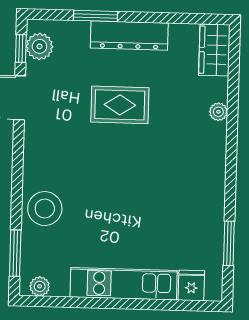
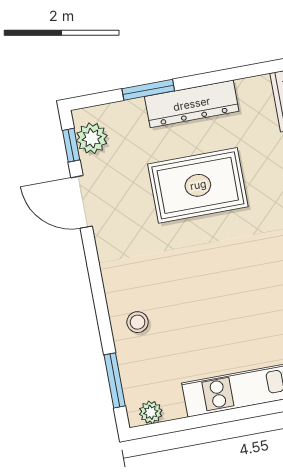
rug: (120, 105) -> (198, 185), width x1.36, depth x1.43
stool: (45, 209) -> (138, 322), width x0.53, depth x0.53

